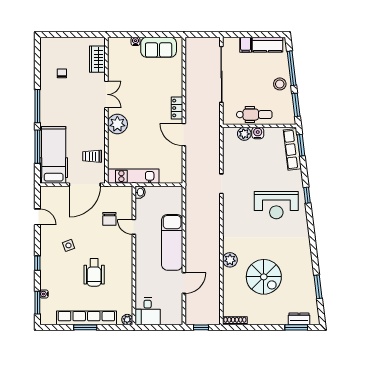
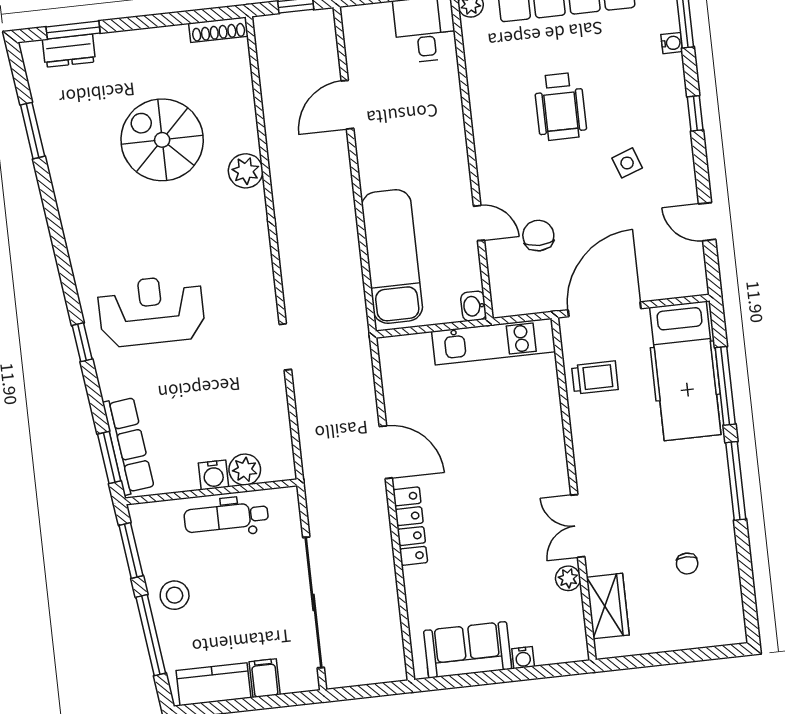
locker: (177, 108) -> (410, 526), width x1.53
plant: (117, 124) -> (568, 578), moved, width x0.53, depth x0.53
exam couch: (172, 242) -> (392, 257), moved
wheelchair: (94, 272) -> (560, 106), turned 180

